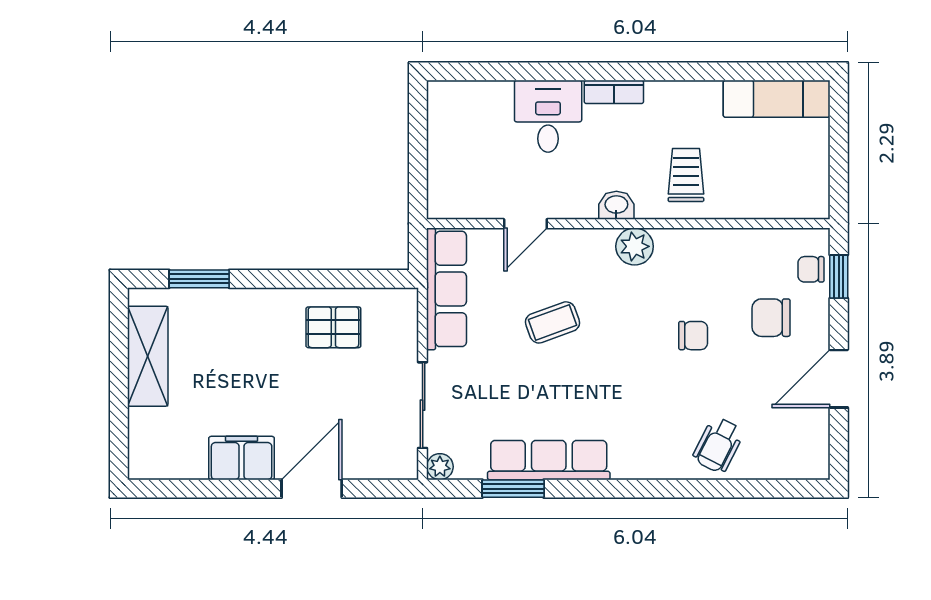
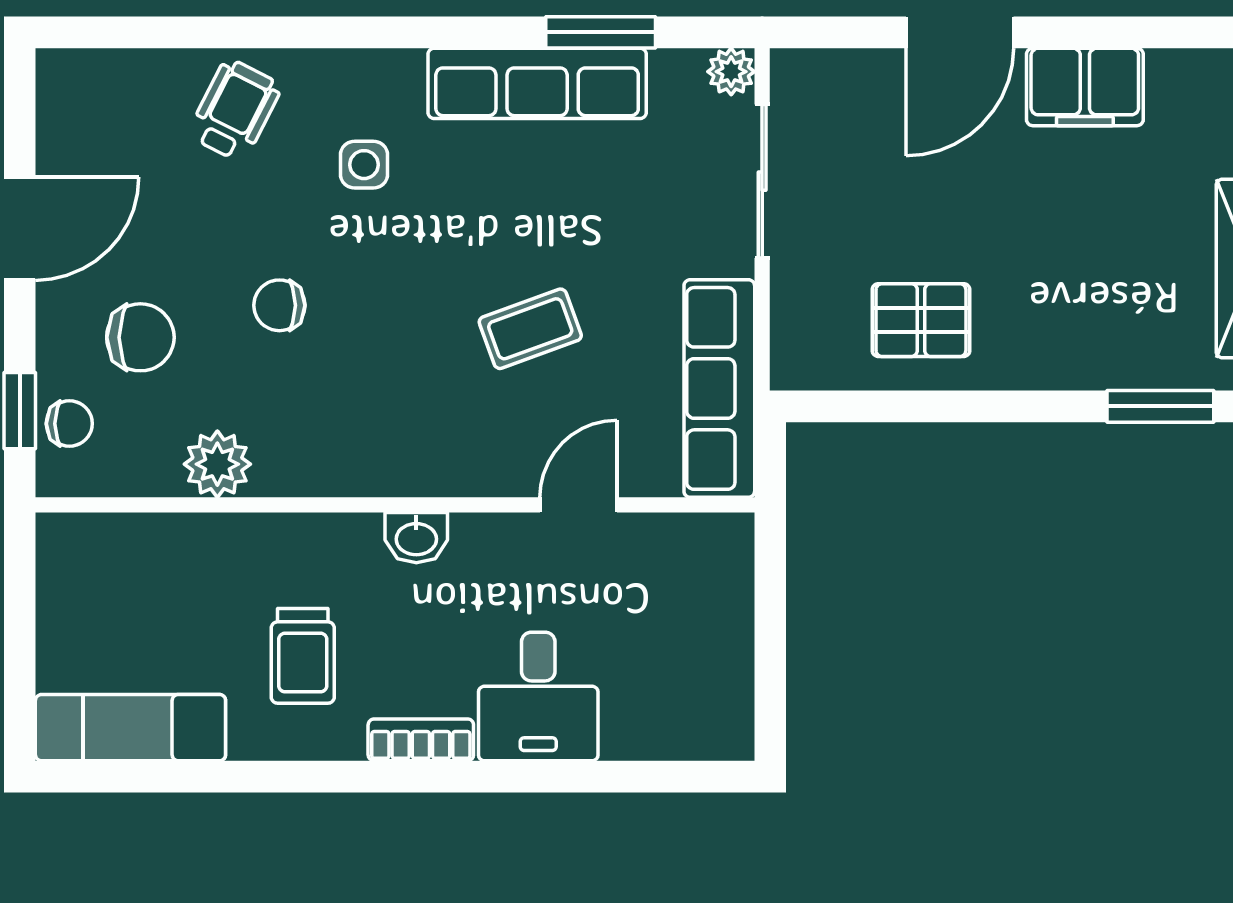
trolley: (686, 175) -> (303, 656), moved
plant: (635, 246) -> (217, 464), moved
side table: (646, 414) -> (364, 165), added

